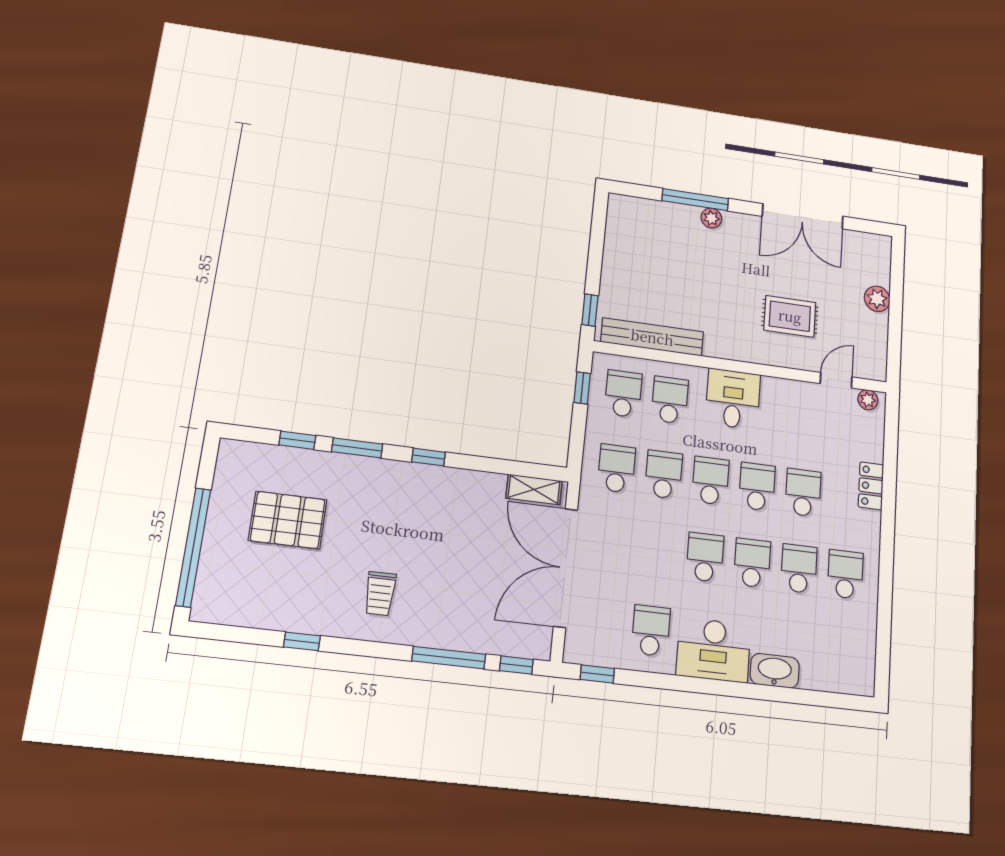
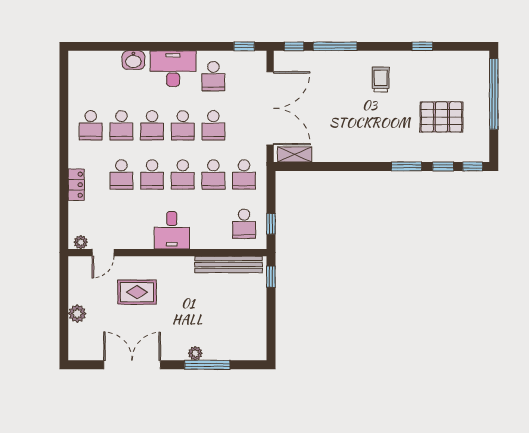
school desk: (670, 400) -> (213, 125), moved
window: (429, 457) -> (473, 166), moved
washbasin: (775, 671) -> (133, 60), width x0.72

